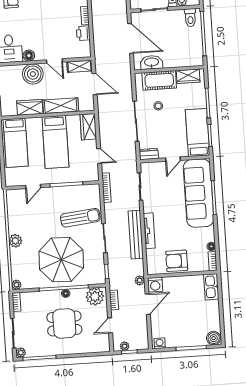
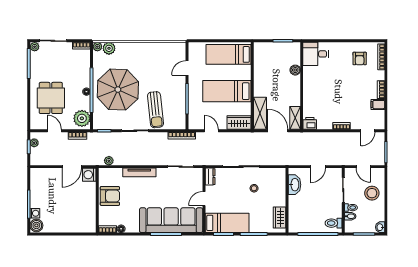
printer: (83, 33) -> (310, 123), moved
door: (130, 38) -> (318, 167), width x0.53
floor lamp: (29, 56) -> (308, 72), removed
door: (54, 61) -> (302, 95), removed
boiler: (33, 74) -> (295, 70), width x0.54, depth x0.54
cot: (159, 80) -> (277, 191), removed
door: (94, 84) -> (278, 131), swing flipped
shelving: (61, 106) -> (260, 113), moved
wardrobe: (30, 107) -> (260, 70), removed
door: (99, 156) -> (211, 131), swing flipped
door: (173, 159) -> (204, 199), hinge flipped
door: (33, 187) -> (187, 68), hinge flipped
bench: (136, 235) -> (137, 160), removed
plant: (15, 241) -> (109, 48), moved
armchair: (177, 261) -> (110, 196), turned 90
plant: (140, 280) -> (109, 161), moved
kitchen sink: (211, 287) -> (84, 226), removed
door: (148, 304) -> (72, 167), hinge flipped
dining table: (64, 323) -> (51, 98), moved
washing machine: (160, 343) -> (35, 213), moved

